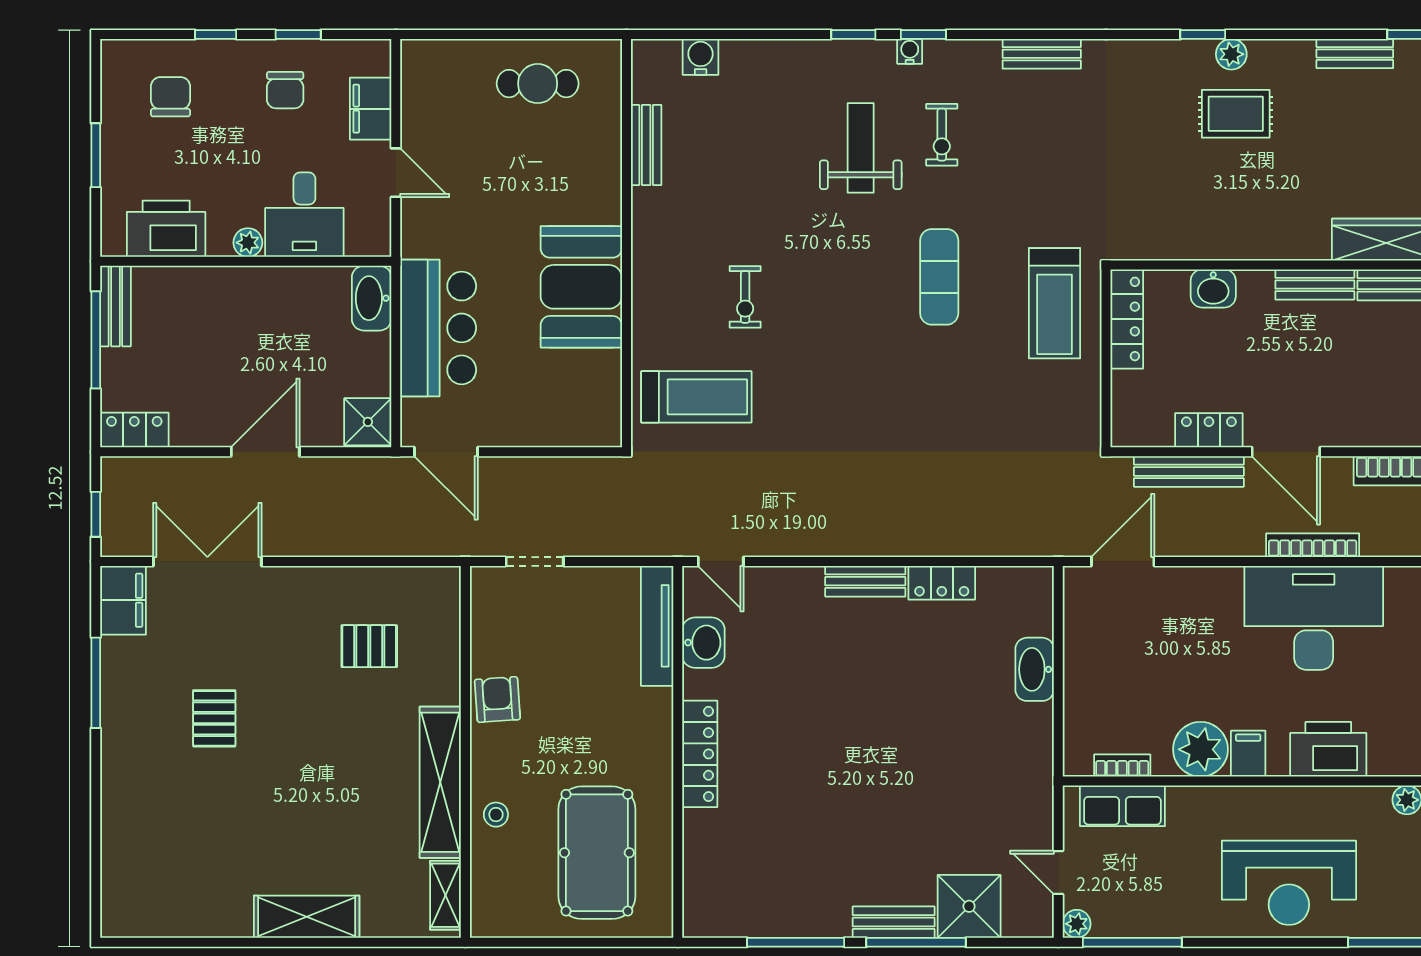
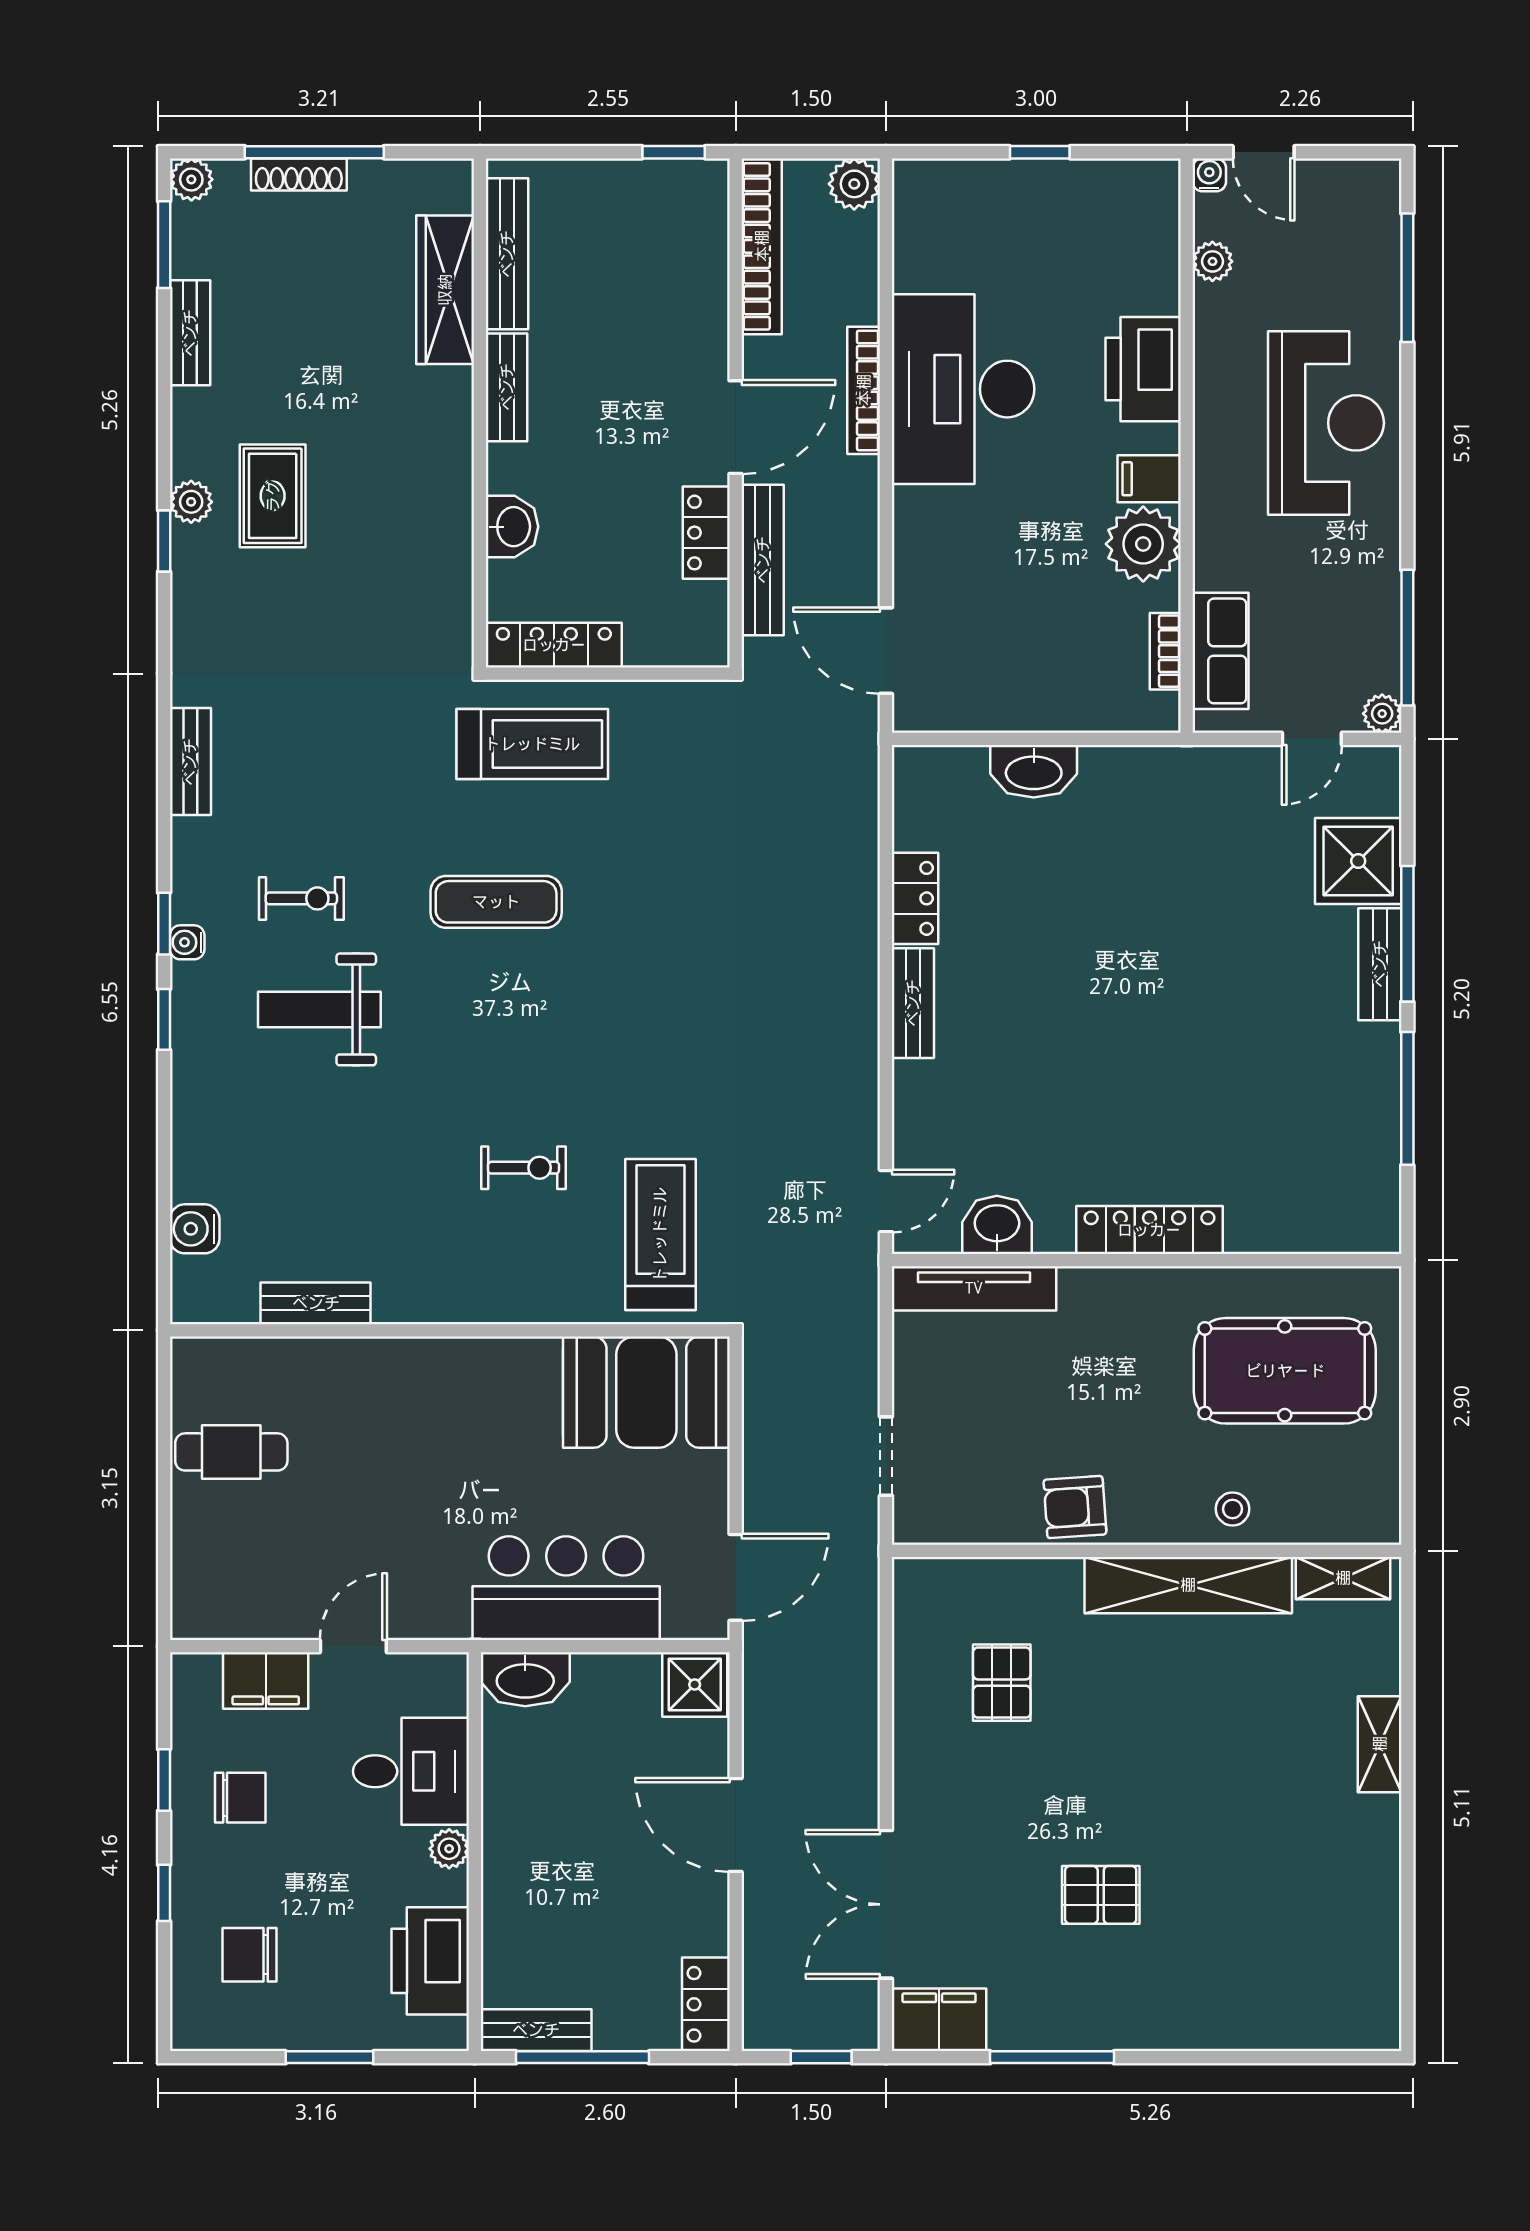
cafe table: (538, 84) -> (231, 1452), turned 90
booth: (581, 287) -> (646, 1392), moved
shelving: (307, 917) -> (1380, 1744), width x0.67, depth x0.75

